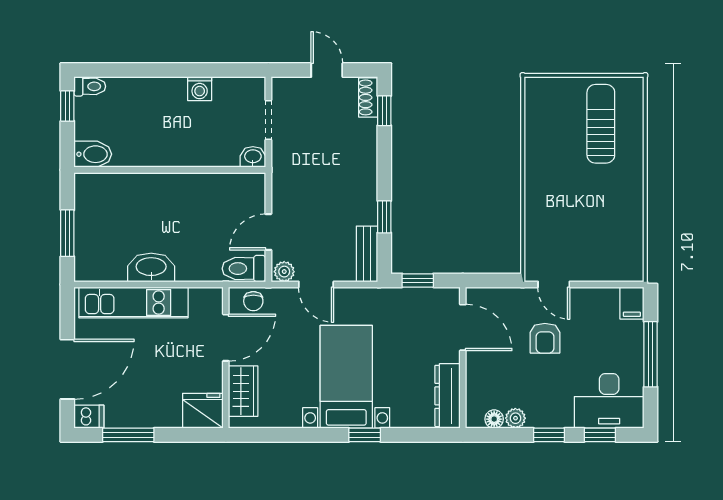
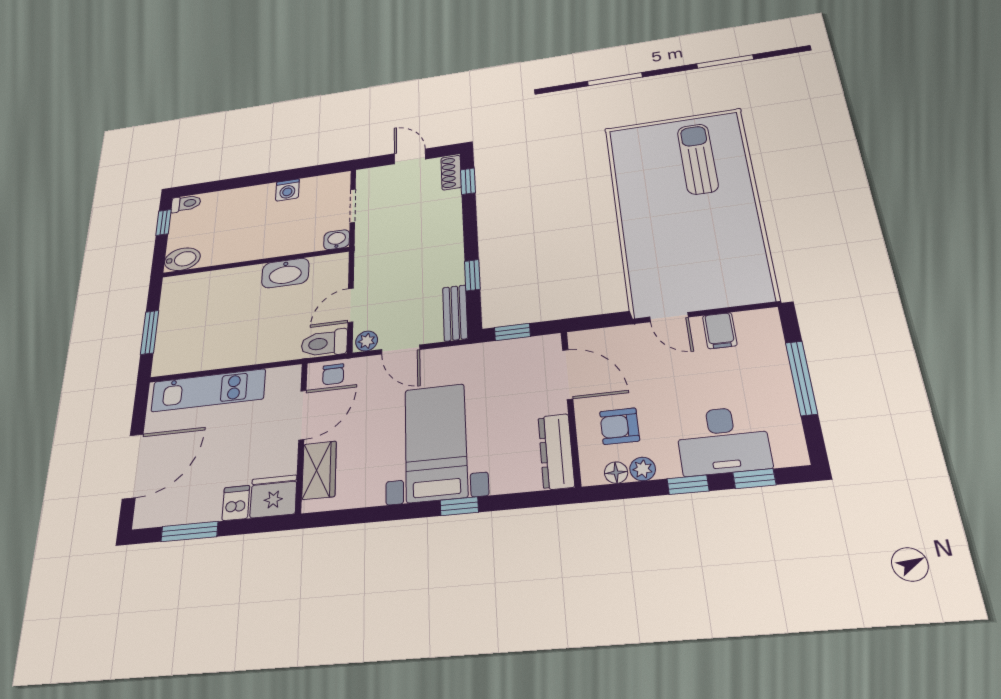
washbasin: (151, 267) -> (285, 273), moved, turned 180
filing cabinet: (632, 303) -> (720, 331), moved
armchair: (545, 338) -> (620, 426), moved, turned 90
desk: (609, 401) -> (723, 440), moved
dishwasher: (89, 417) -> (236, 503), moved, turned -90

